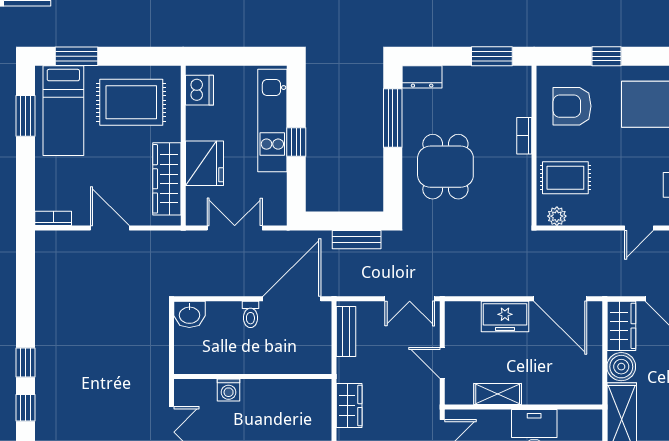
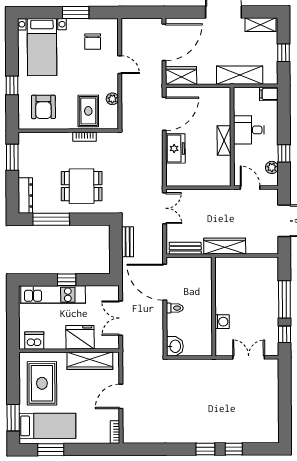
dresser: (422, 77) -> (25, 196), width x1.44
bookcase: (524, 136) -> (84, 137), moved
plant: (557, 216) -> (112, 99), moved
door: (442, 363) -> (205, 188), removed
boiler: (621, 367) -> (207, 75), removed
shelving: (498, 394) -> (224, 140), moved
wardrobe: (349, 406) -> (225, 246), width x1.50

